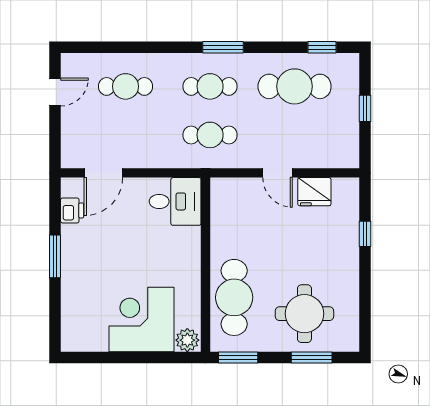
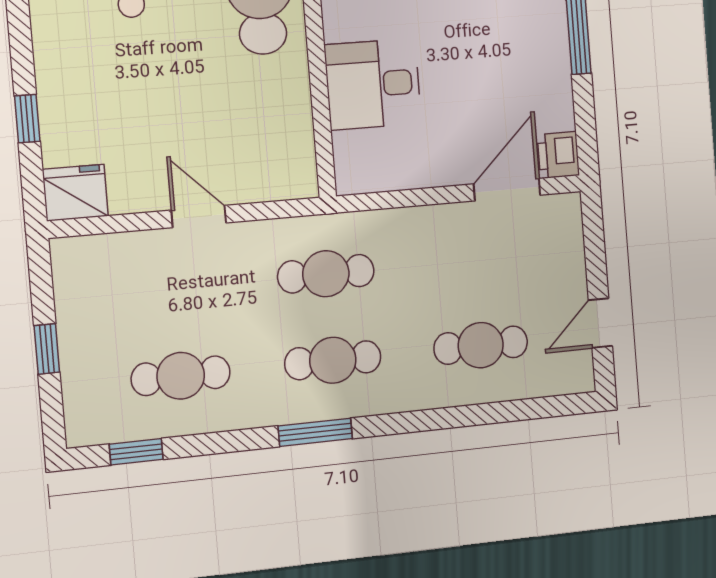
cafe table: (295, 86) -> (181, 376), width x0.73, depth x0.74
fridge: (314, 192) -> (75, 193), moved
desk: (175, 201) -> (373, 84), moved
printer: (72, 210) -> (558, 155), moved

